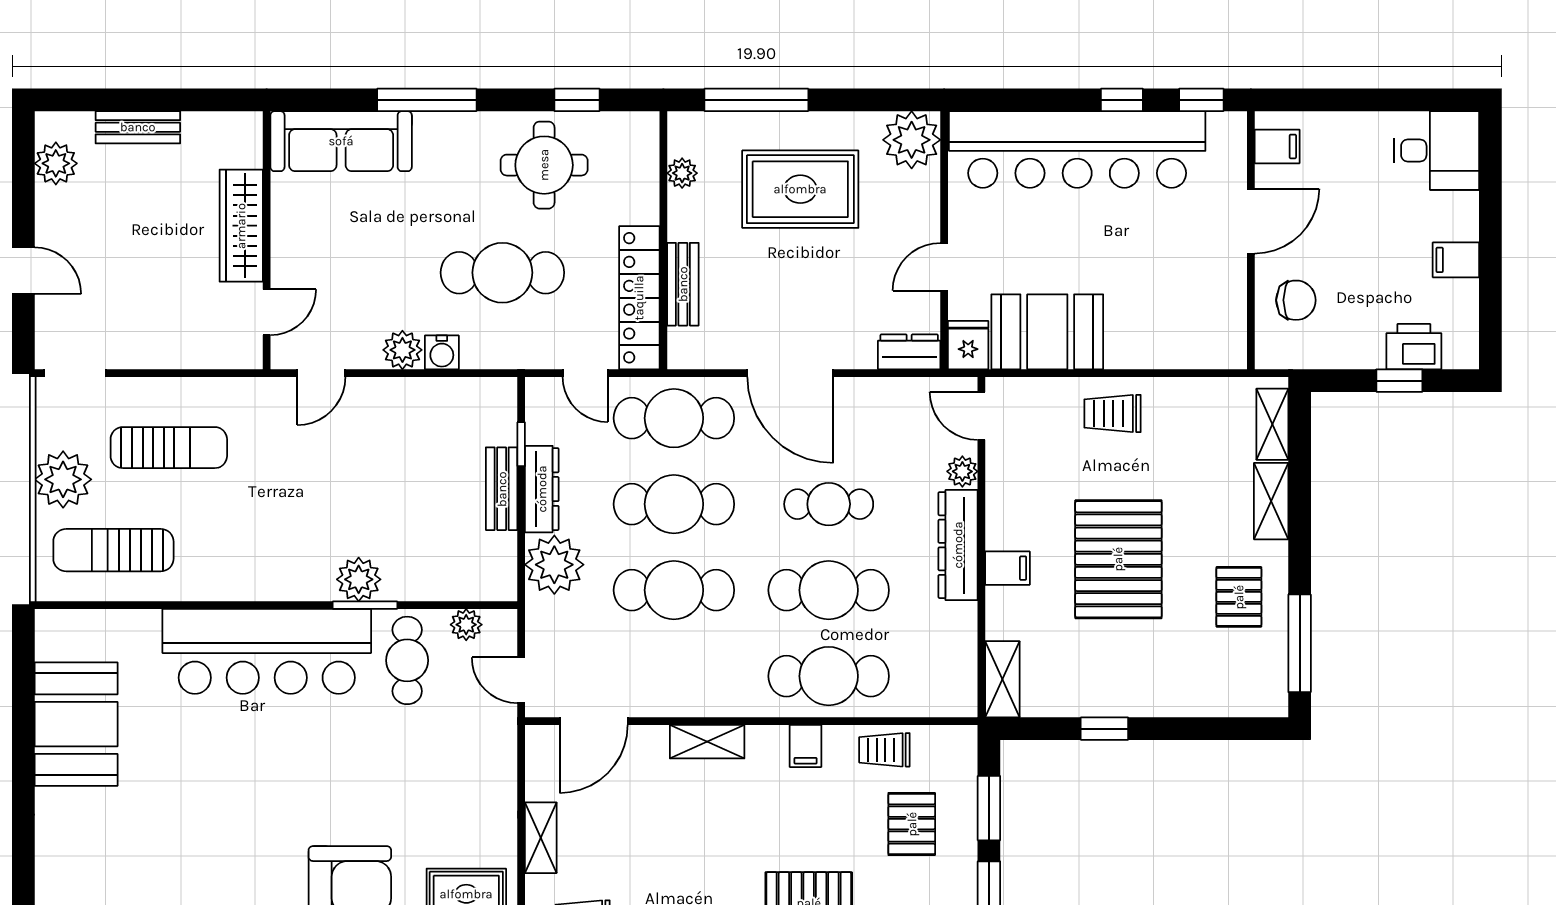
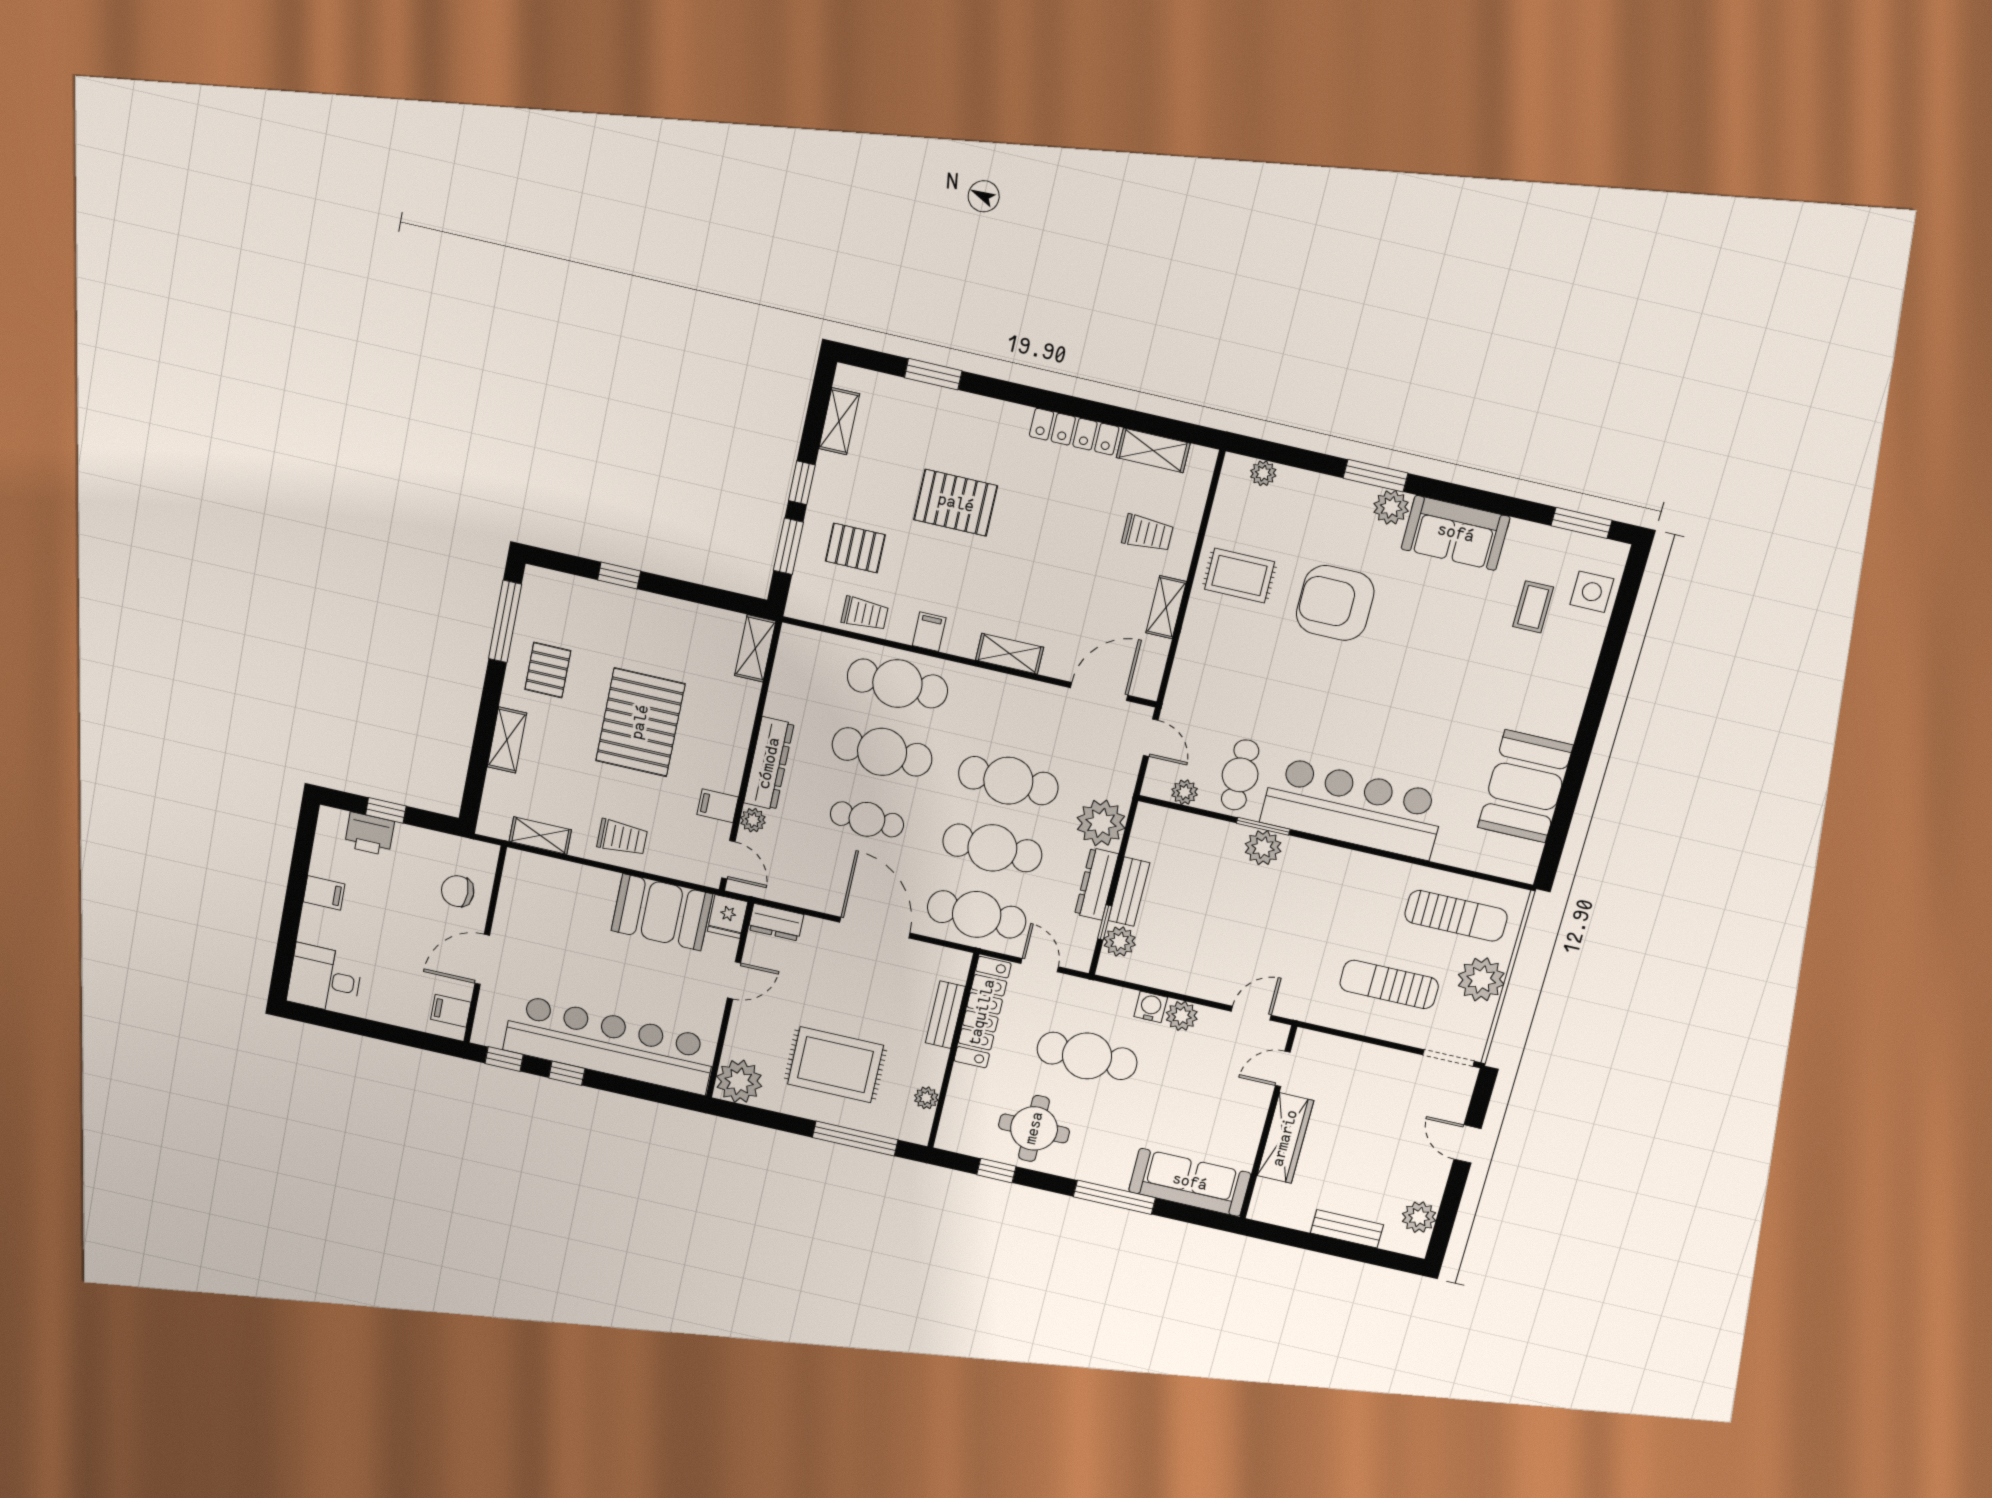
shelving: (1272, 424) -> (540, 836), moved, turned 90
plant: (498, 425) -> (1120, 941), added
filing cabinet: (1007, 568) -> (718, 806), moved
window: (1104, 729) -> (619, 576), moved
pallet: (912, 824) -> (855, 548), turned 90

